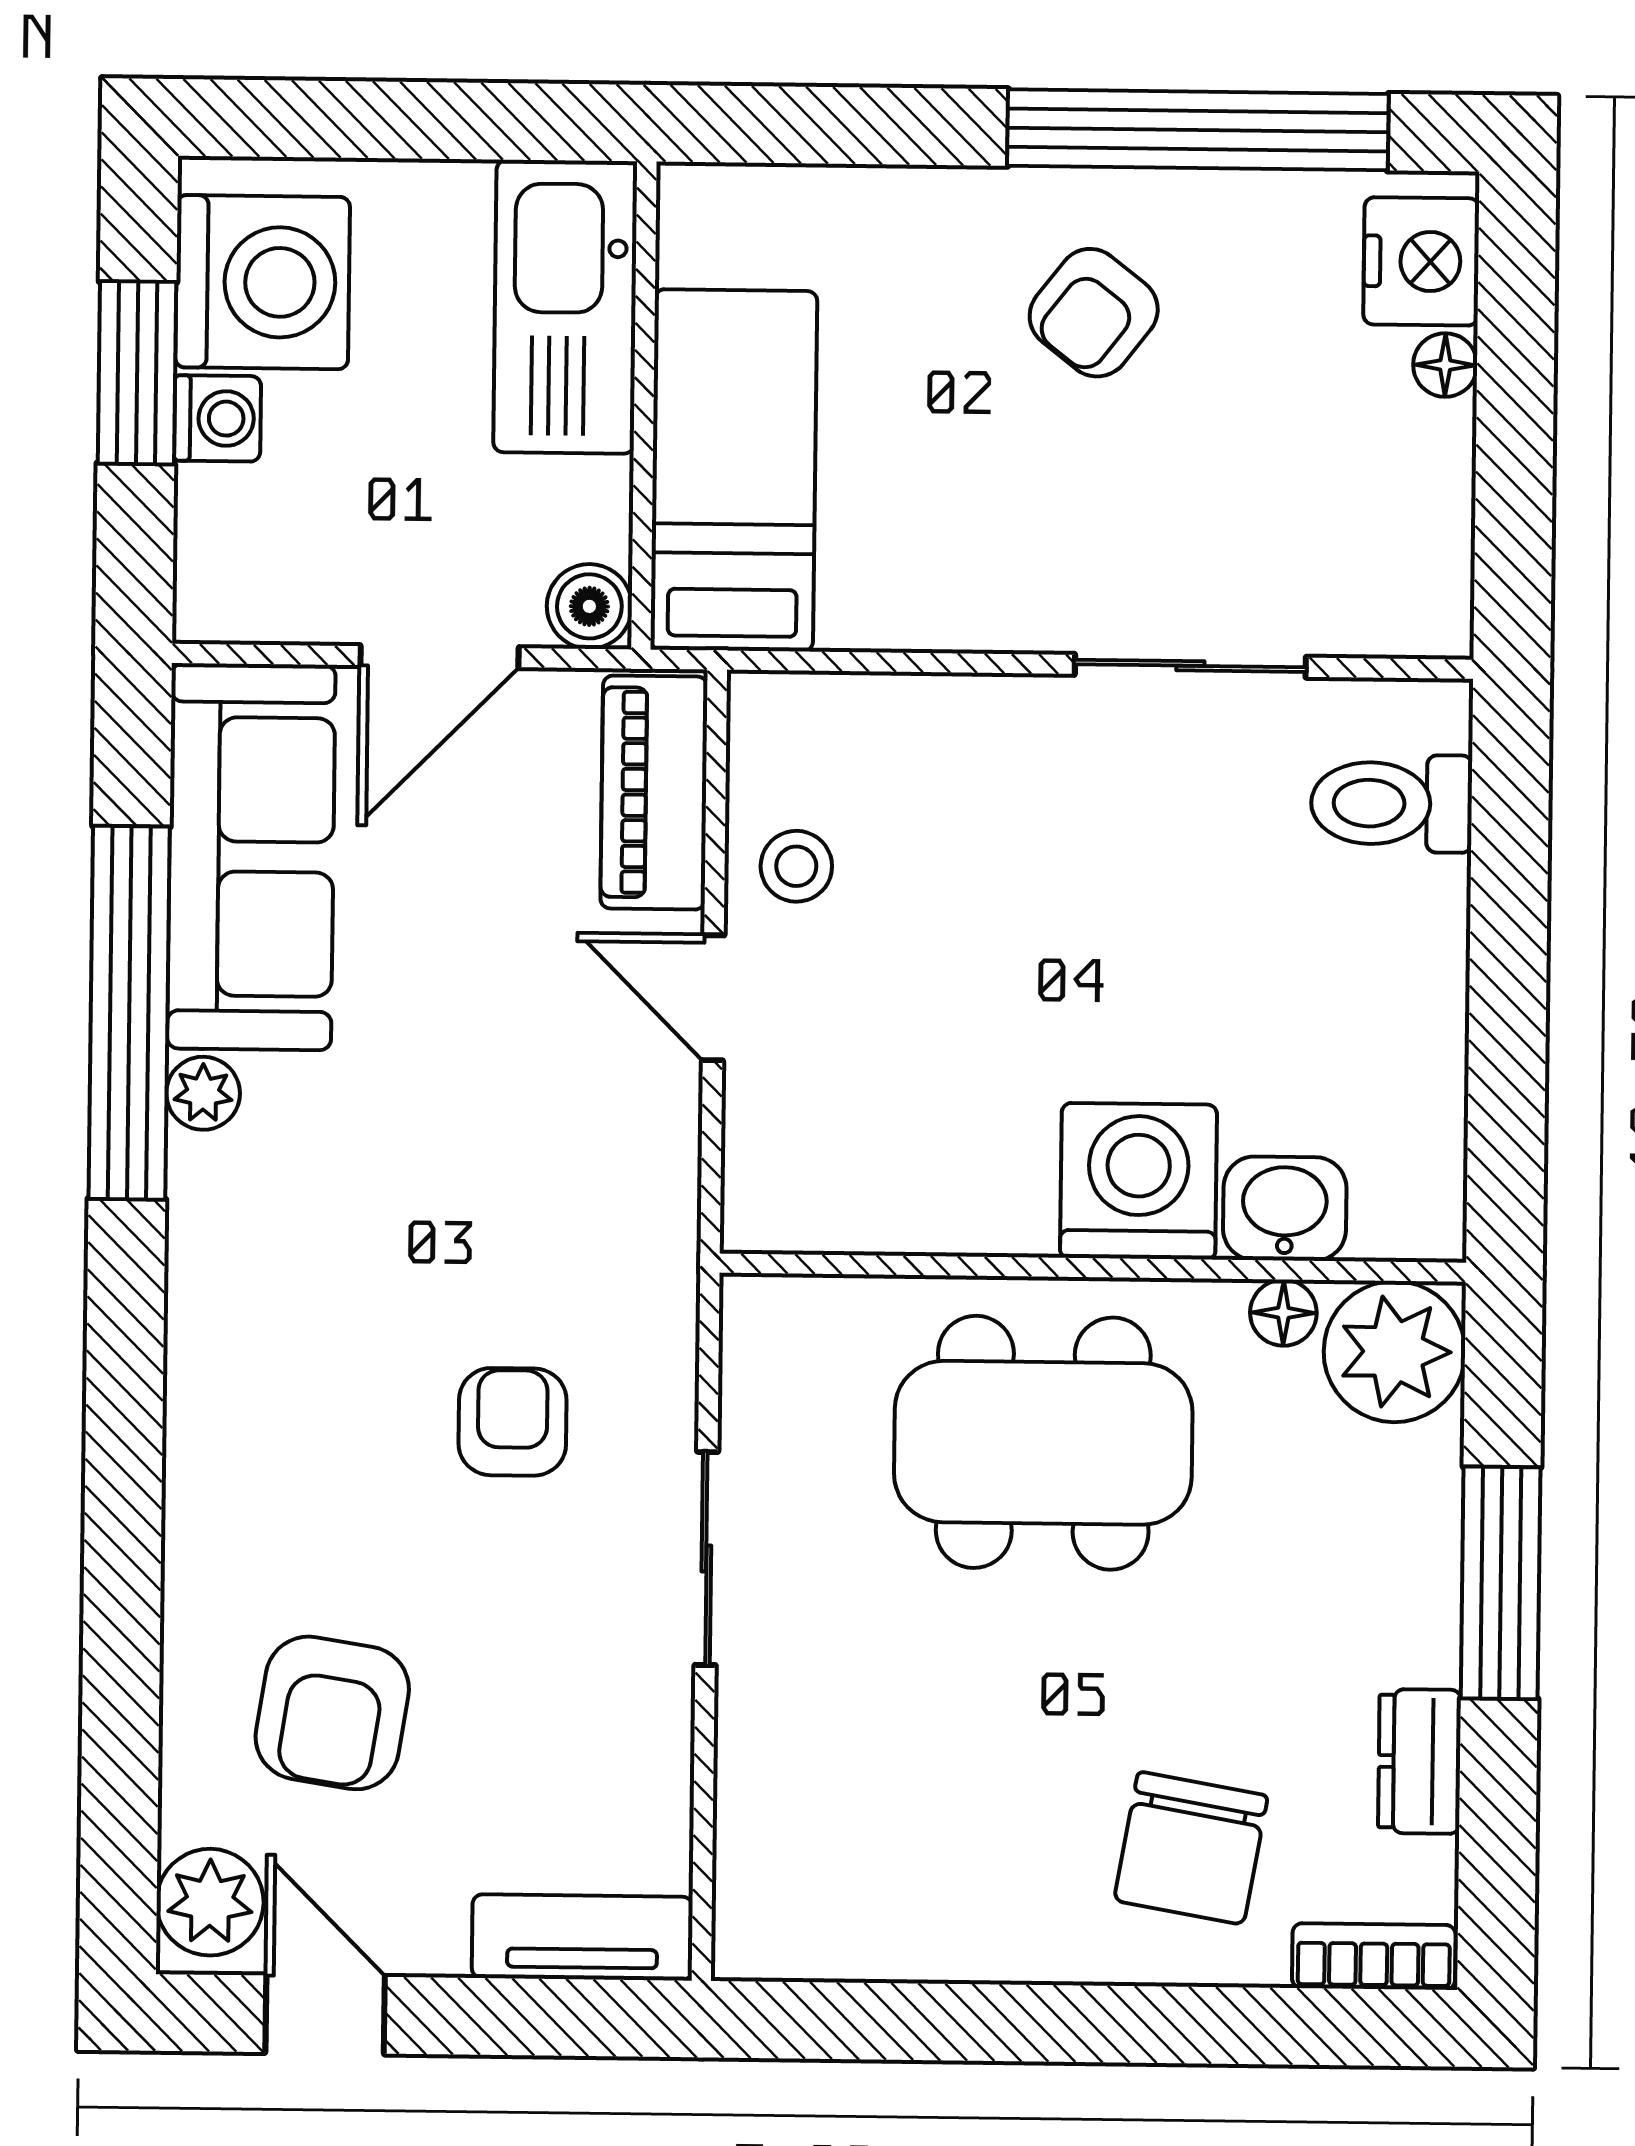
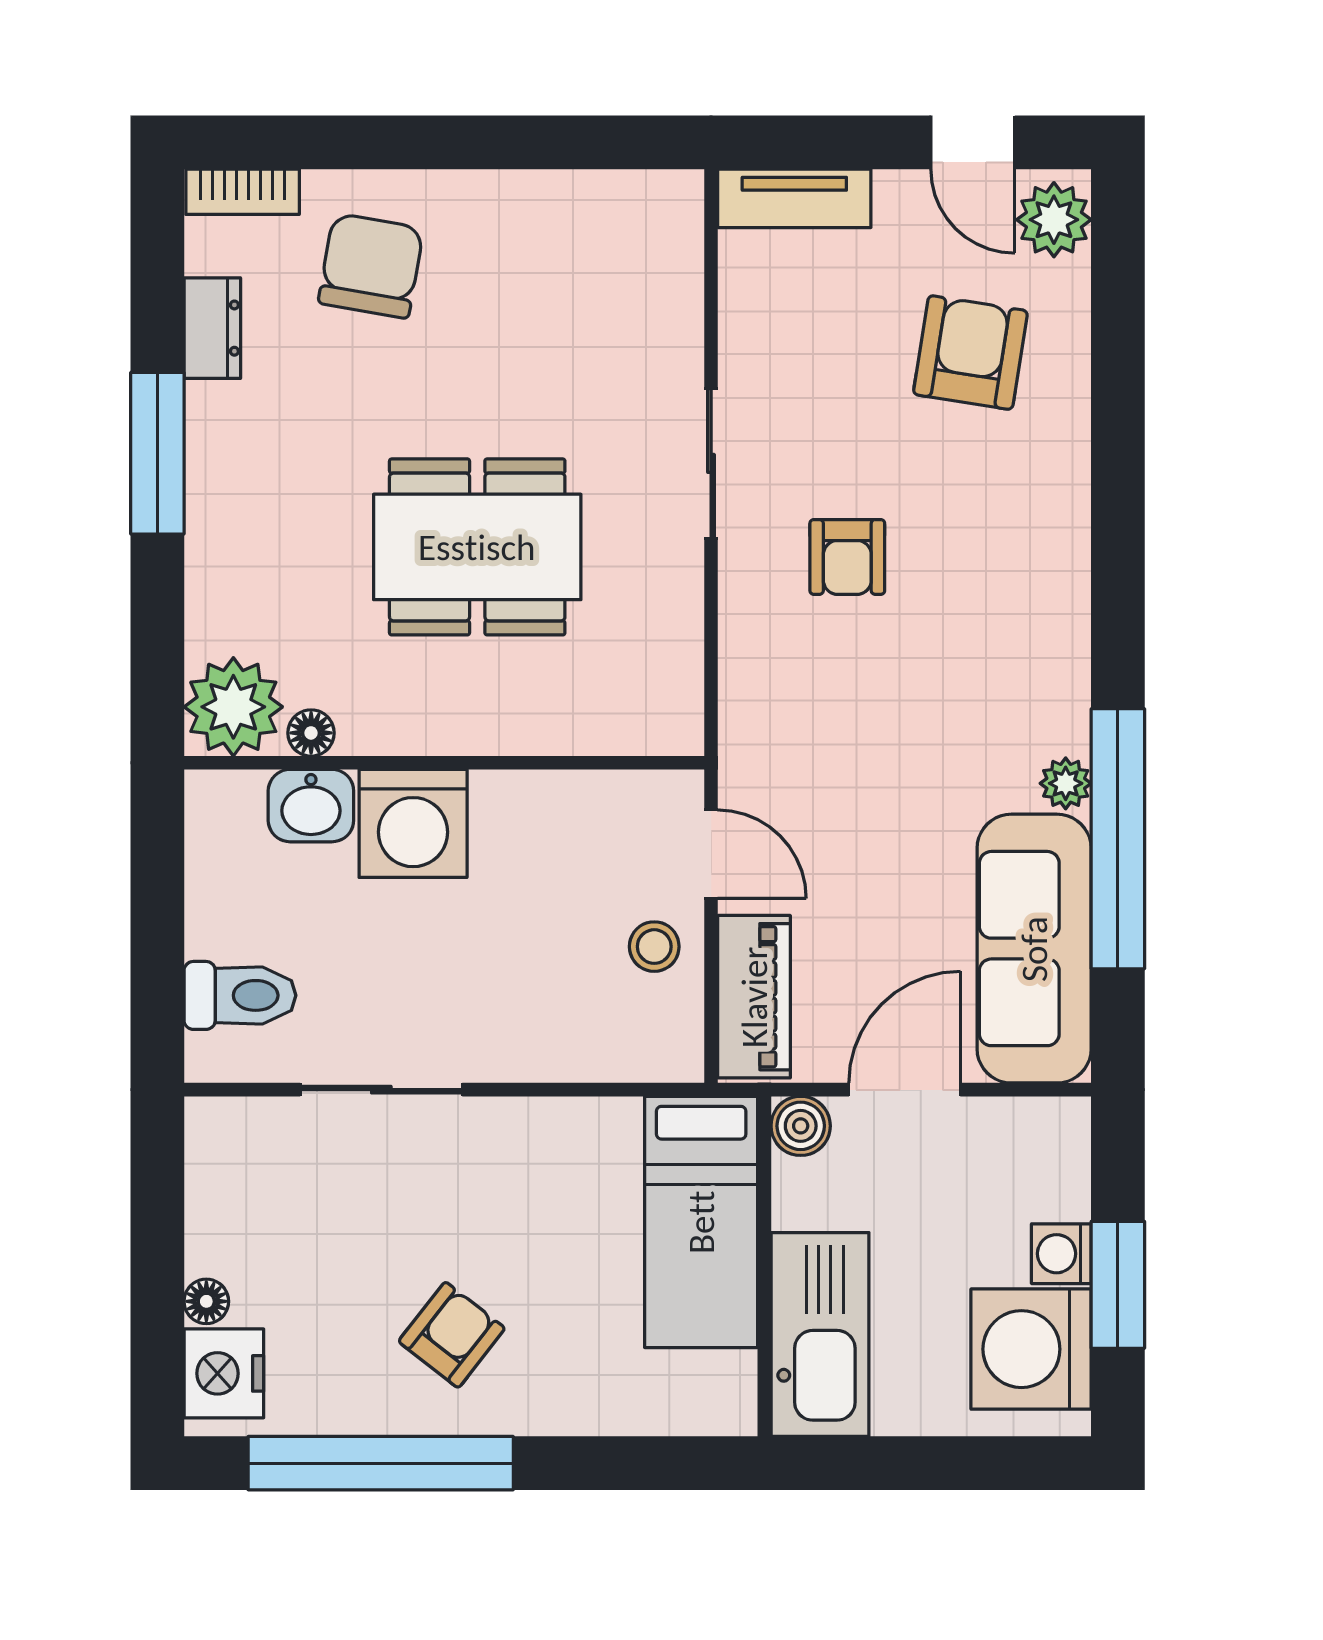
washing machine: (1139, 1181) -> (413, 823), moved
washbasin: (1285, 1209) -> (311, 806), moved
wall: (1093, 1268) -> (444, 763), moved
floor lamp: (1283, 1313) -> (311, 733), moved
plant: (1394, 1352) -> (233, 707), moved

